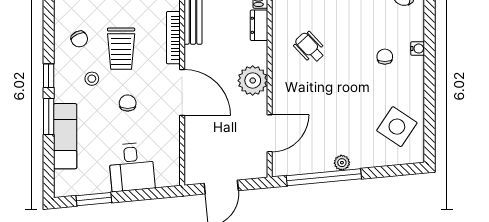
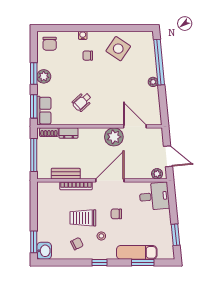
trolley: (121, 49) -> (83, 218), turned 180
plant: (253, 81) -> (114, 137), moved
window: (49, 116) -> (143, 263), moved
side table: (397, 127) -> (118, 49), moved
desk: (132, 167) -> (154, 196), moved
plant: (193, 169) -> (157, 174), added
window: (324, 177) -> (159, 62), moved

